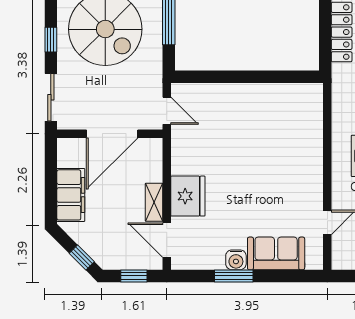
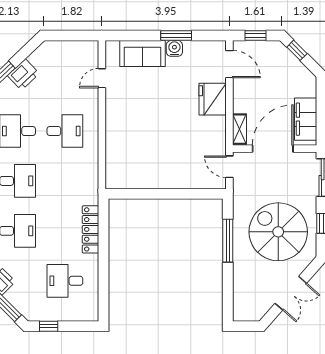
filing cabinet: (71, 195) -> (306, 119), moved
shelving: (154, 202) -> (239, 129), moved

